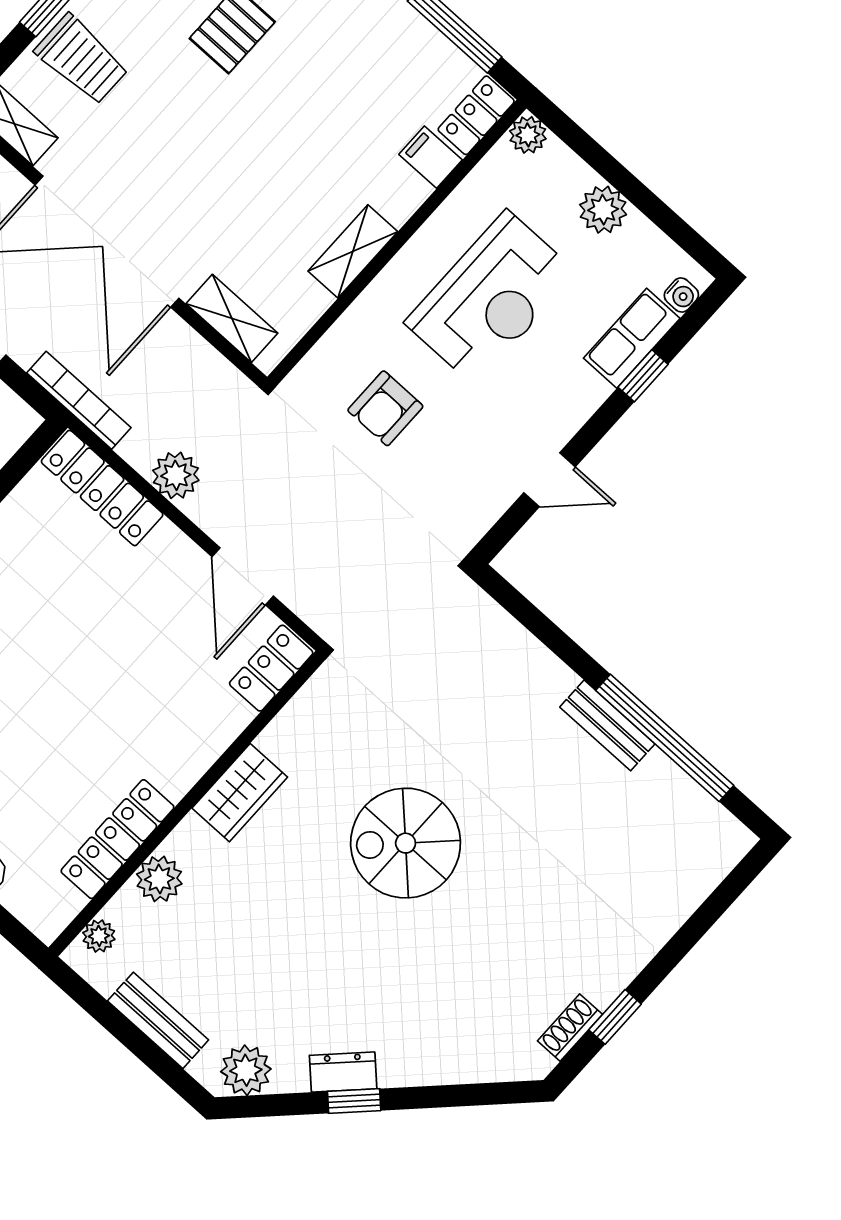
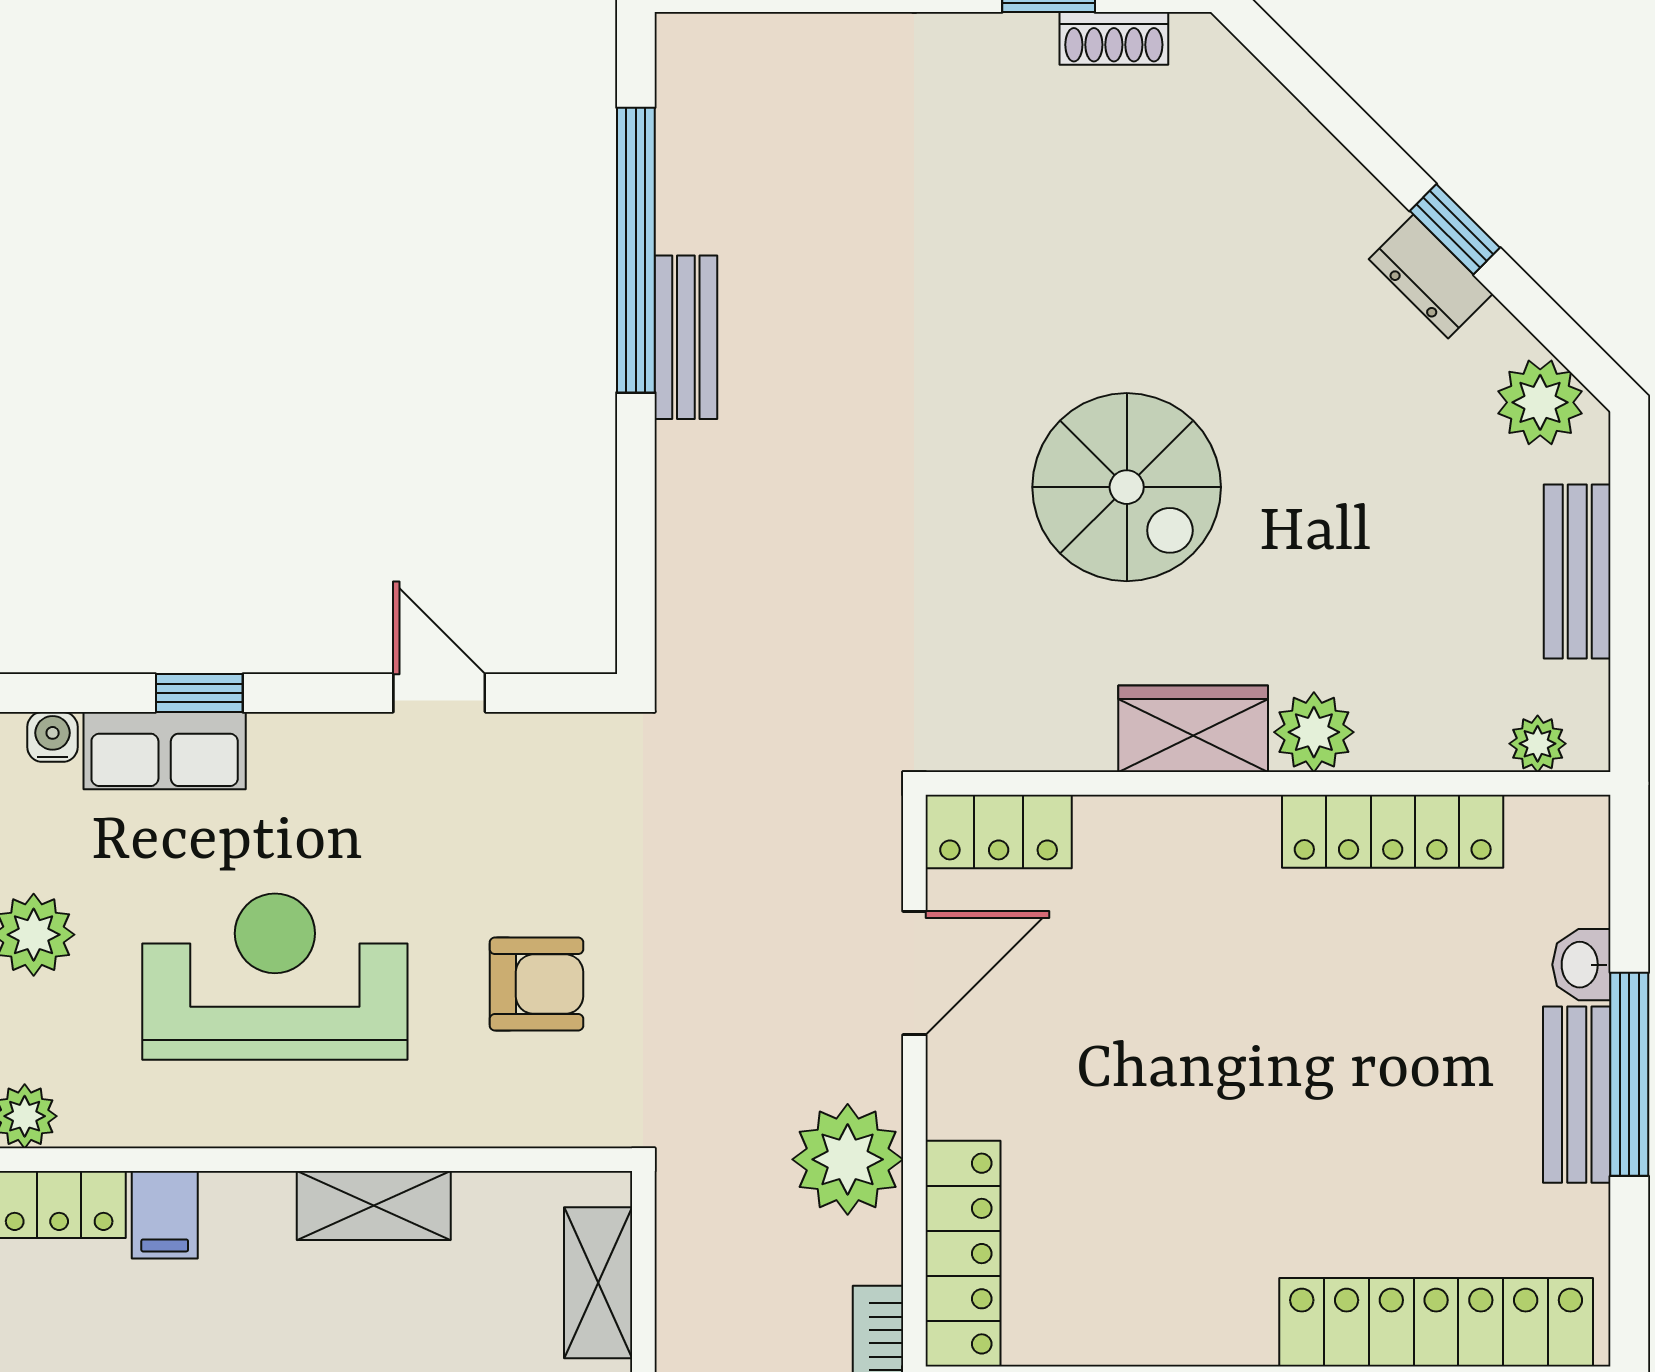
plant: (176, 475) -> (848, 1159), width x1.36, depth x1.36
spiral stairs: (406, 843) -> (1127, 487), moved
plant: (159, 879) -> (1314, 732), moved

